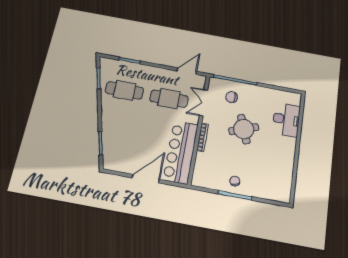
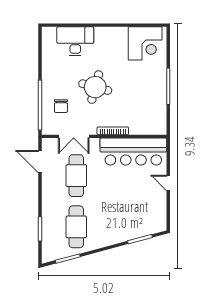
round table: (244, 129) -> (95, 87), turned 35
door: (146, 179) -> (168, 183), width x0.53
chair: (235, 181) -> (153, 88), removed
corner desk: (277, 181) -> (145, 43), added

